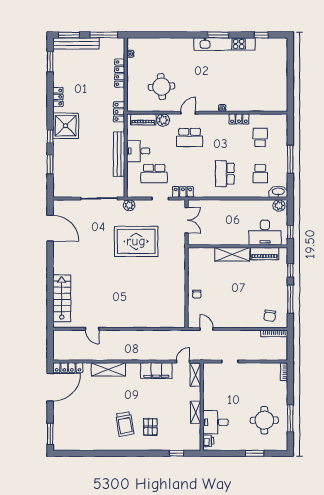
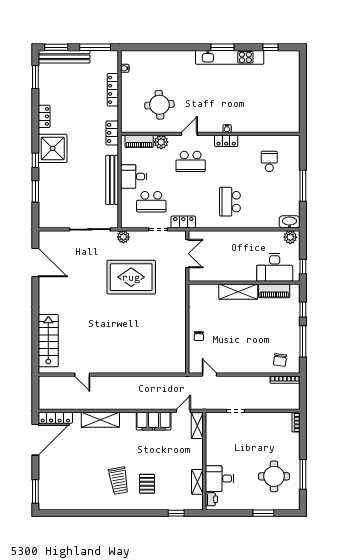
locker: (239, 119) -> (226, 141), moved
school desk: (260, 174) -> (269, 202), removed
shelving: (196, 412) -> (197, 482), moved

